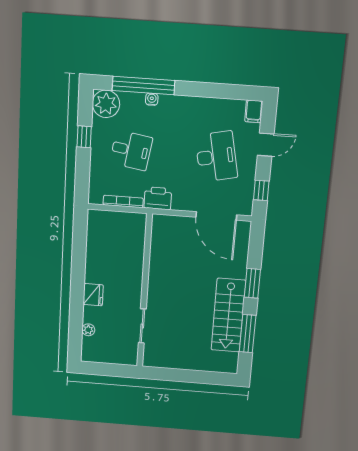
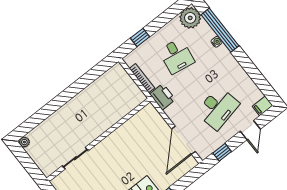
window: (84, 137) -> (140, 37), moved
door: (266, 145) -> (250, 130), hinge flipped
fridge: (93, 295) -> (68, 111), removed
plant: (88, 330) -> (24, 142), moved

